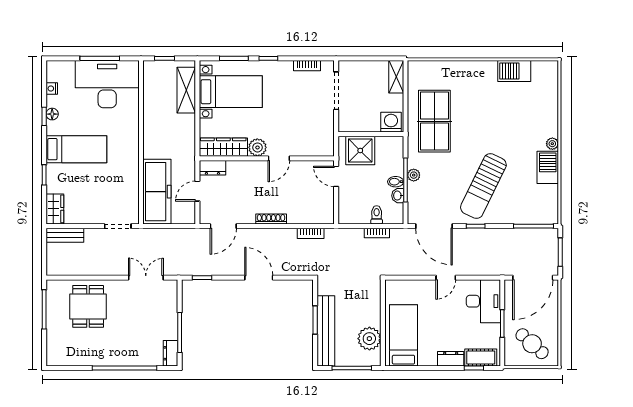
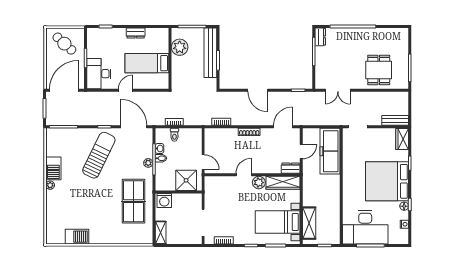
bed: (76, 149) -> (387, 181), width x2.04
bed: (403, 335) -> (147, 63), moved, turned 90
cot: (481, 357) -> (101, 34), removed
dresser: (451, 359) -> (136, 33), moved

